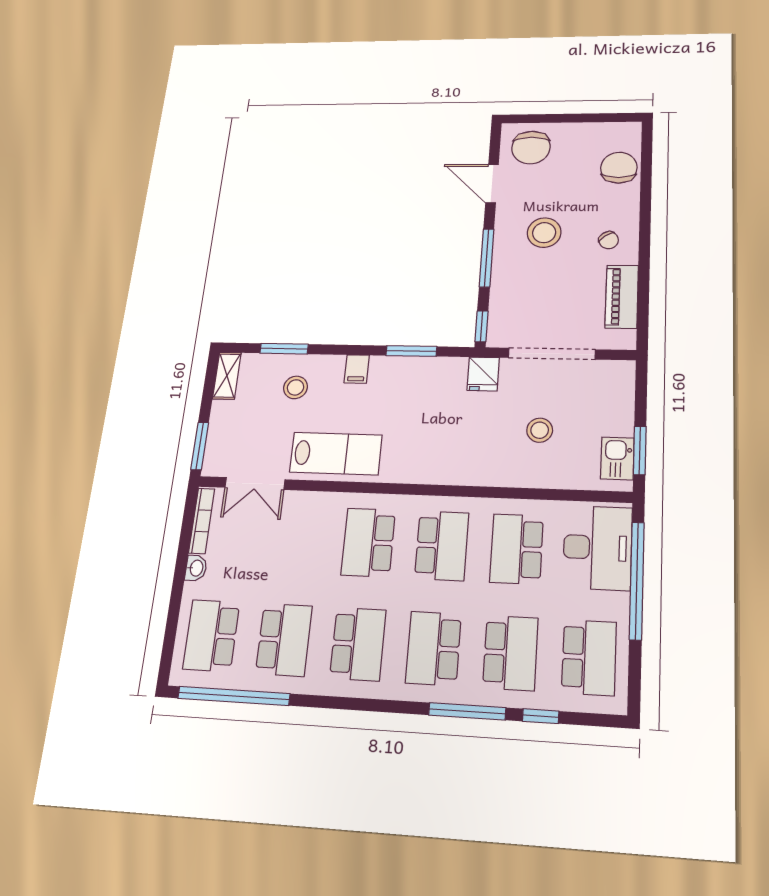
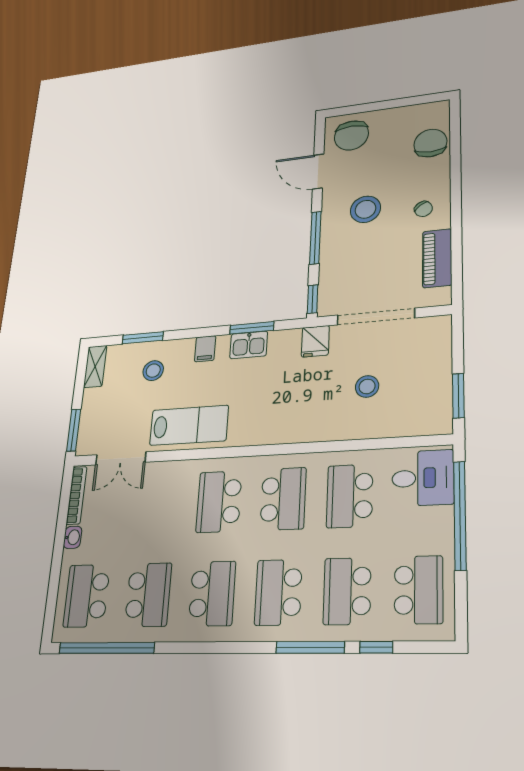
kitchen sink: (617, 458) -> (249, 345), moved, turned -90
desk: (597, 548) -> (423, 478), width x0.73
school desk: (510, 653) -> (347, 591), turned 180

